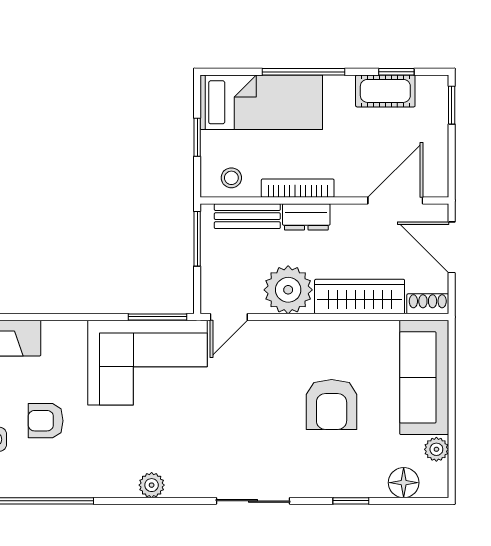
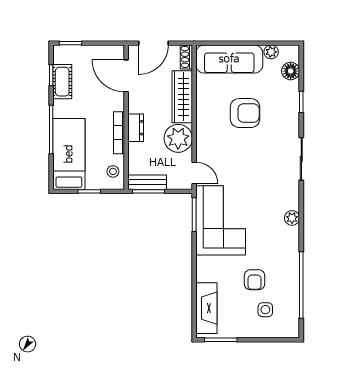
bench: (247, 216) -> (147, 182), moved, turned 90

